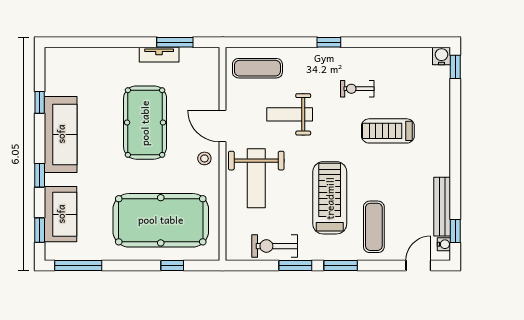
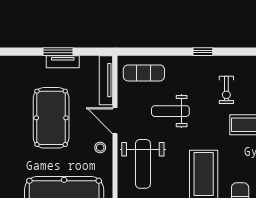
window: (175, 42) -> (58, 52), moved
tv unit: (211, 77) -> (106, 80), added
exercise bike: (357, 89) -> (226, 90), turned -90

